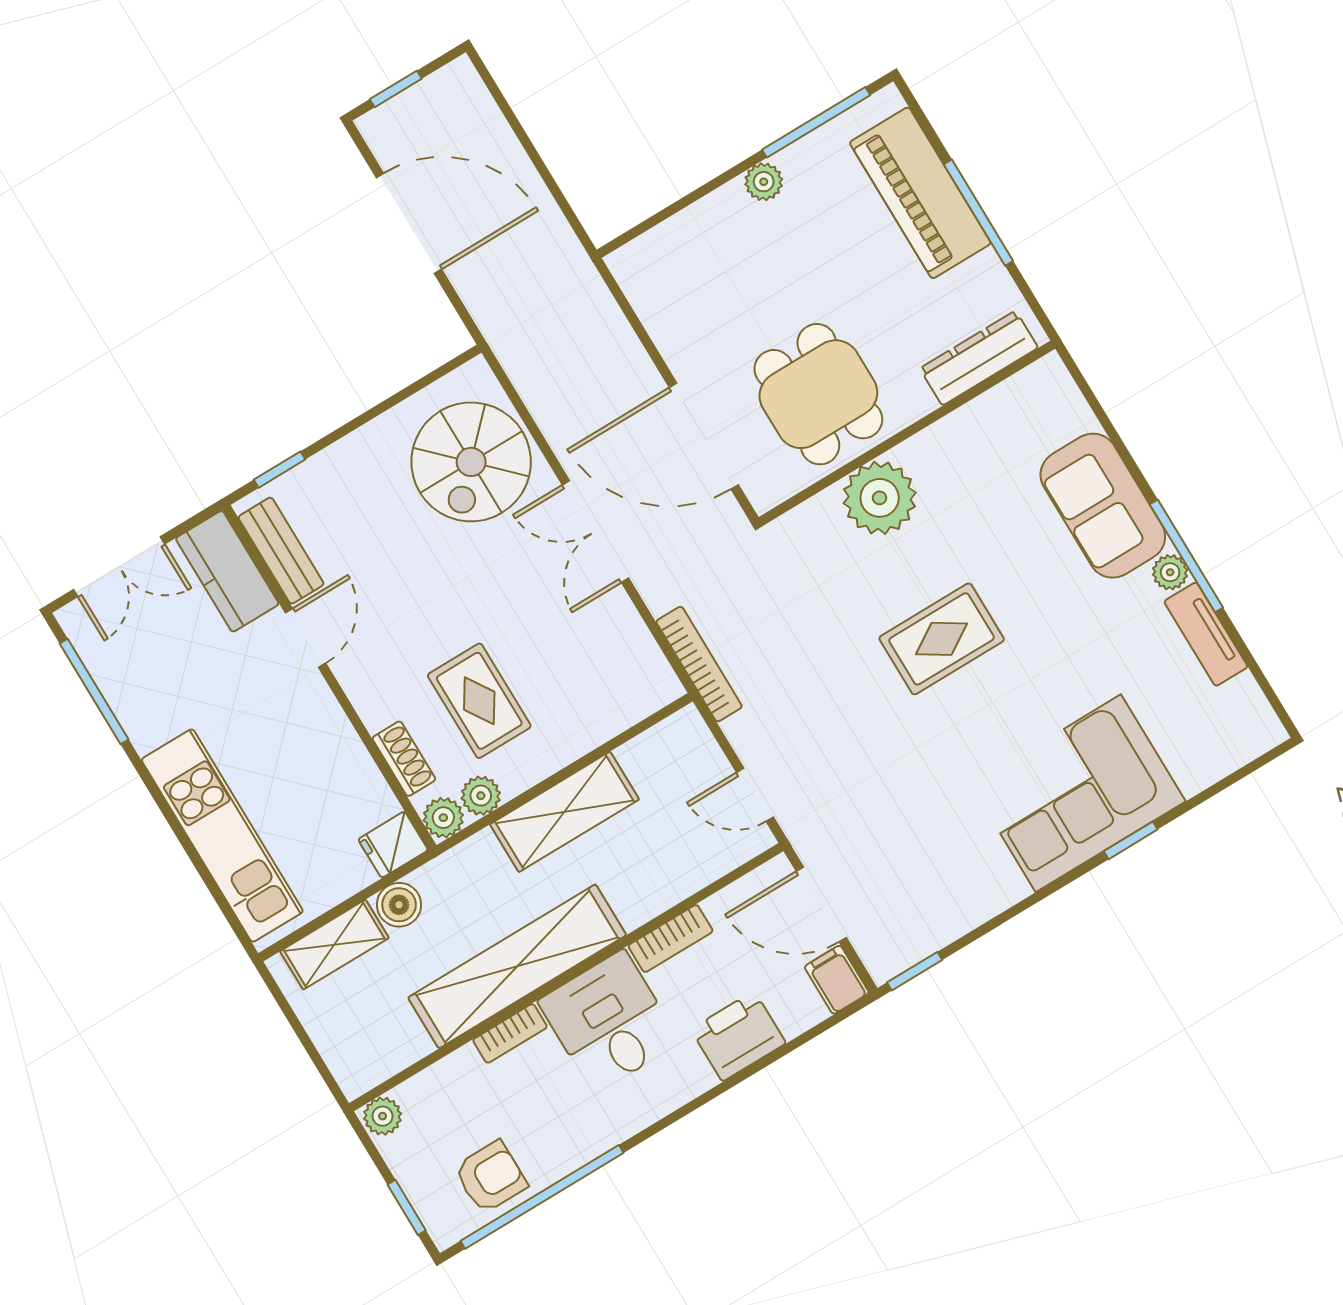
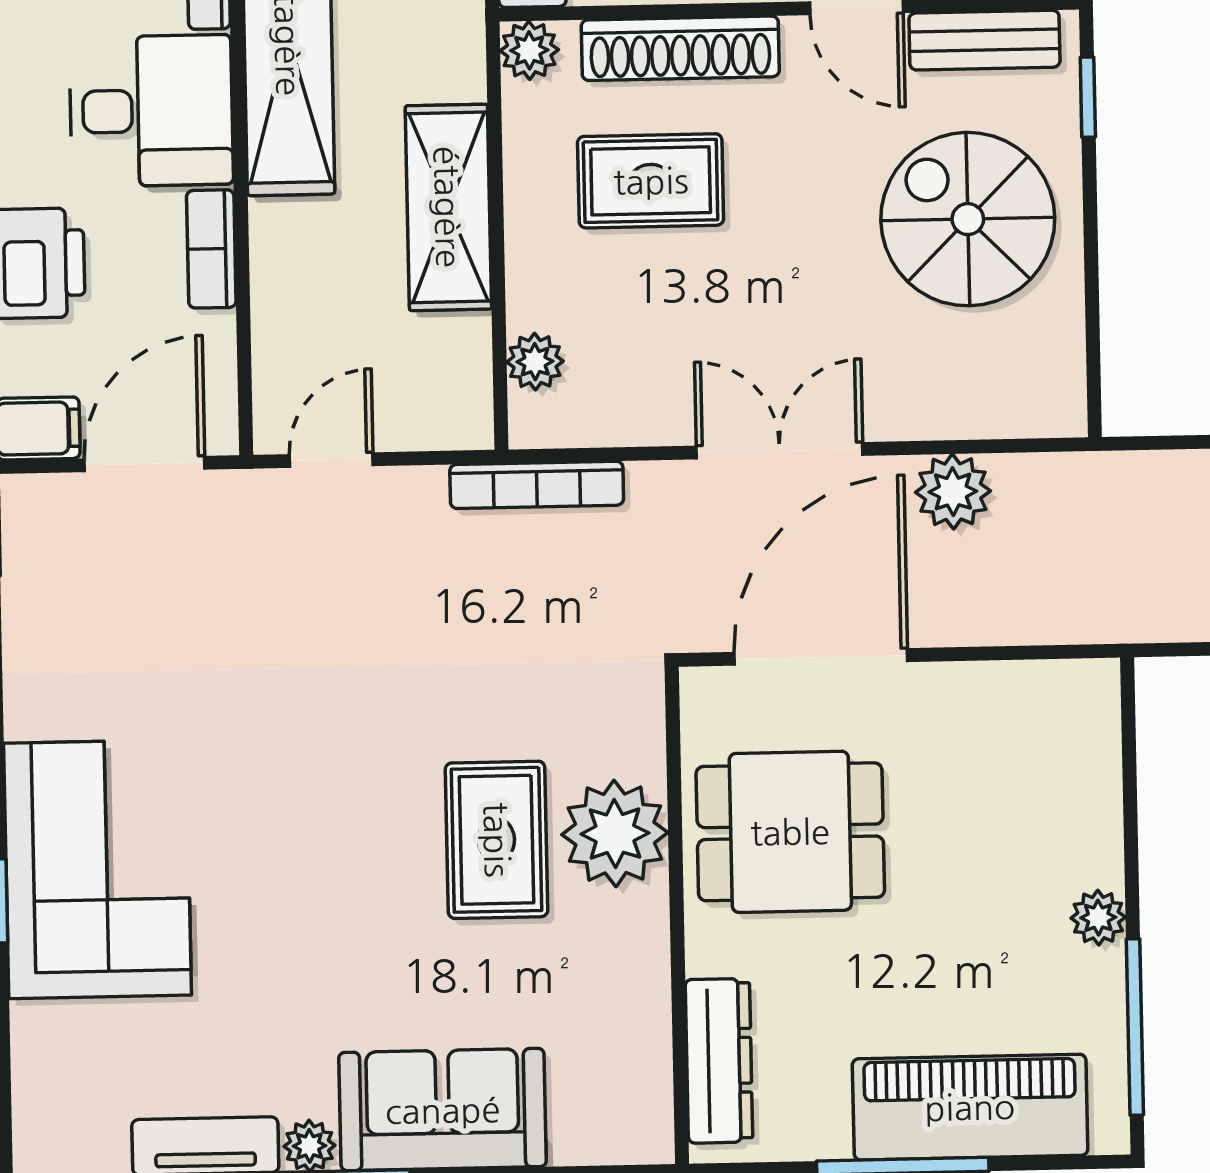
plant: (560, 414) -> (953, 492), added
spiral stairs: (471, 462) -> (968, 219), moved
rug: (942, 639) -> (497, 840), moved
shoe rack: (404, 759) -> (680, 48), width x1.94, depth x1.24
plant: (481, 796) -> (535, 362), moved

